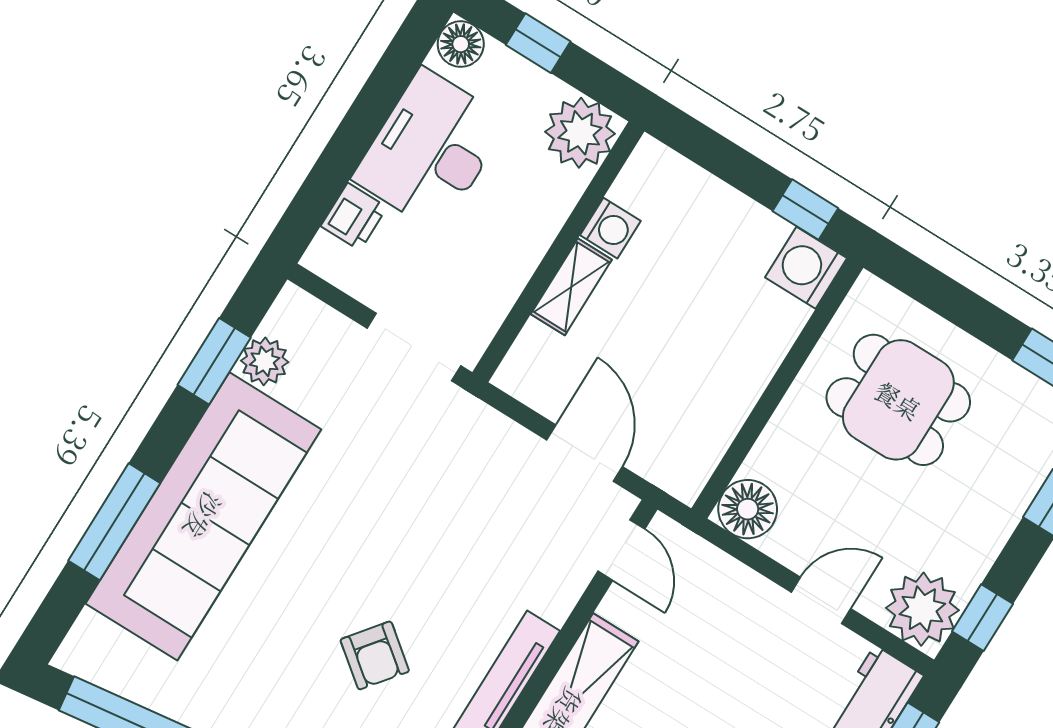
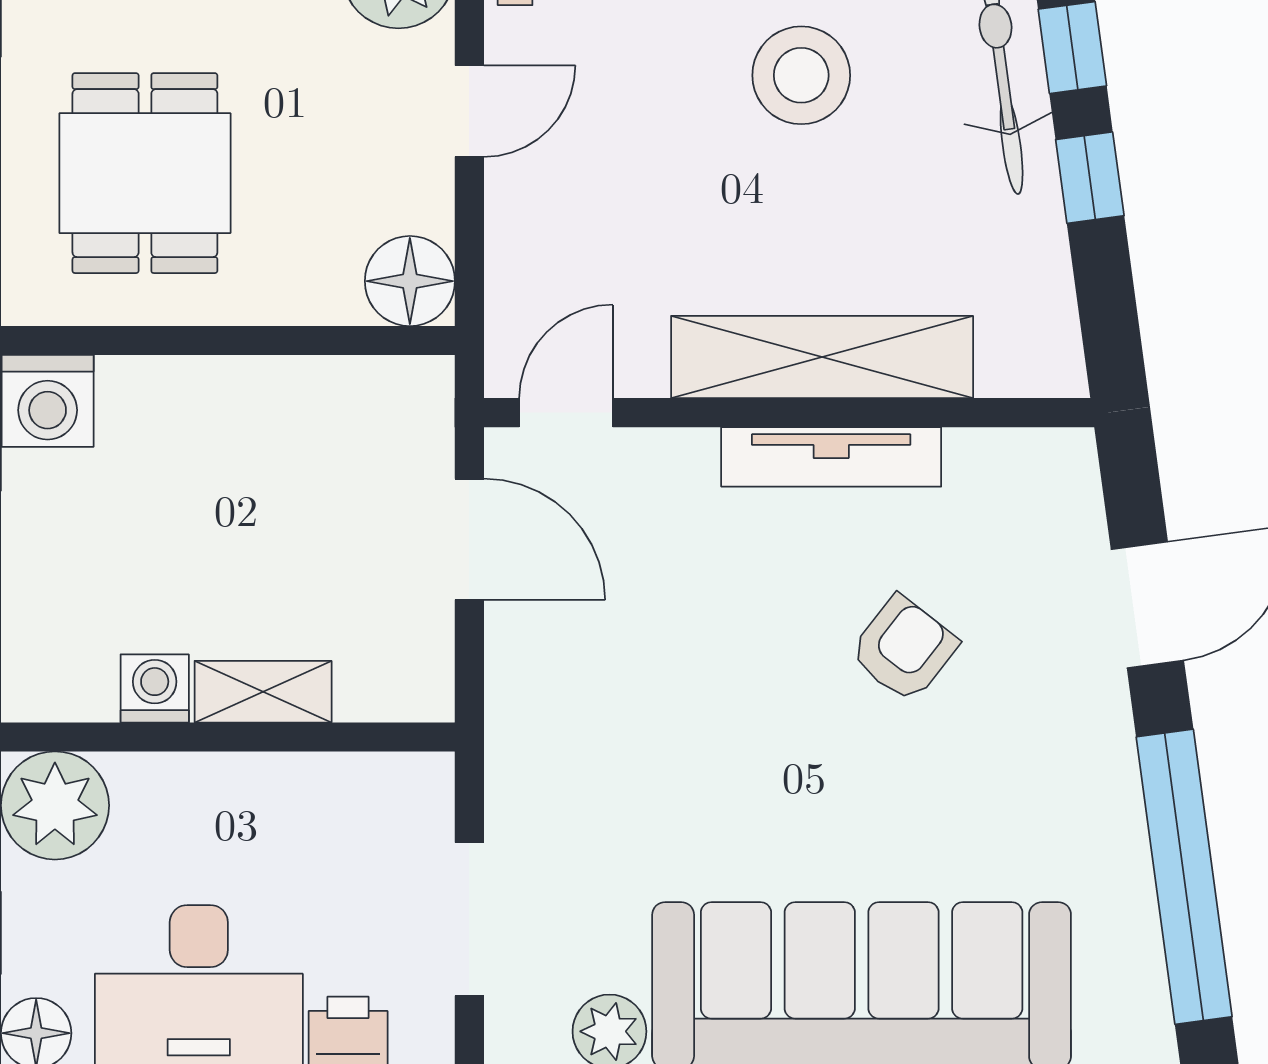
doorway: (414, 347) -> (469, 919), moved
door: (585, 453) -> (469, 539), swing flipped
door: (821, 600) -> (469, 111), swing flipped

